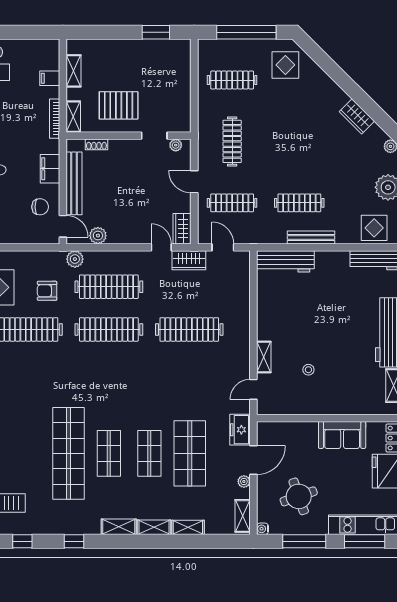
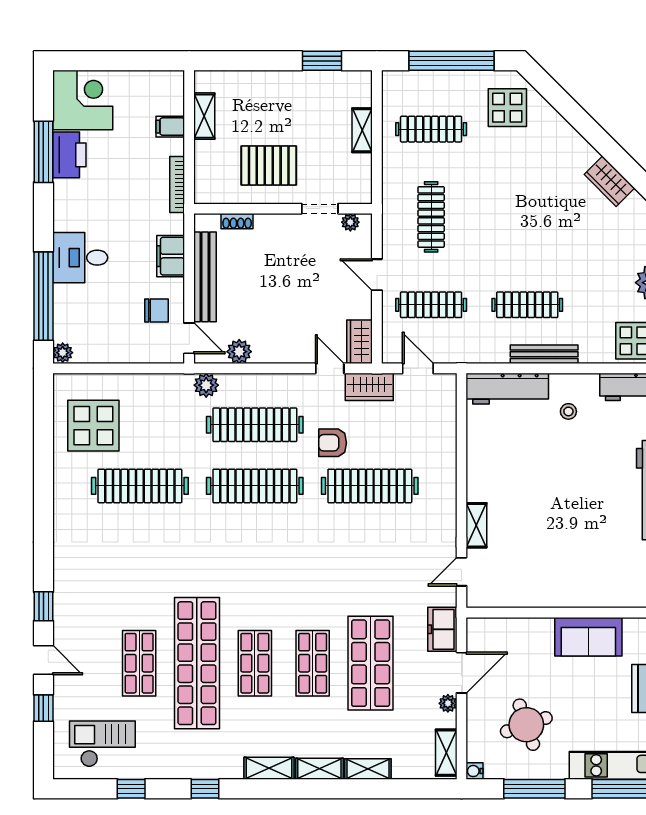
shelving: (73, 117) -> (362, 130), moved
armchair: (47, 291) -> (333, 443), moved
stool: (308, 370) -> (568, 411), moved
shop shelf: (28, 453) -> (139, 663), added

